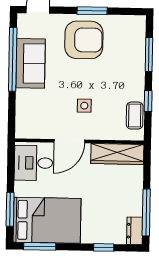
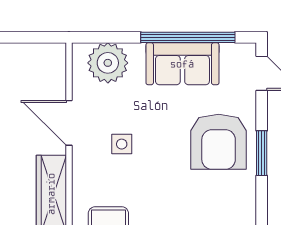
plant: (29, 114) -> (108, 63), added
desk: (33, 163) -> (36, 71), removed

